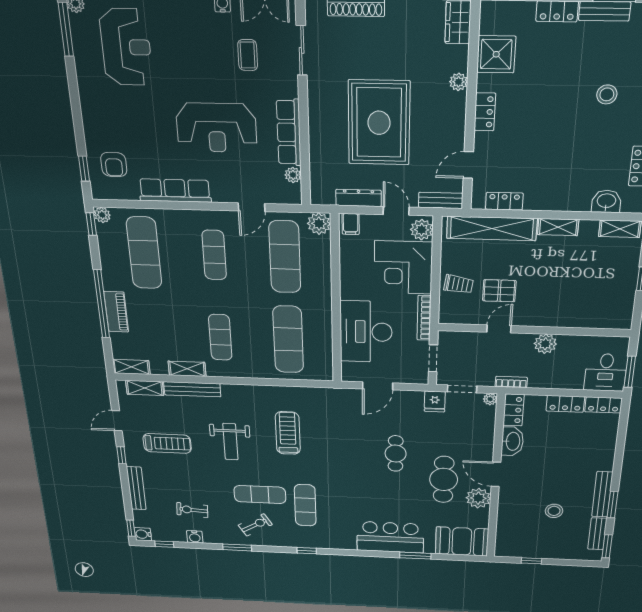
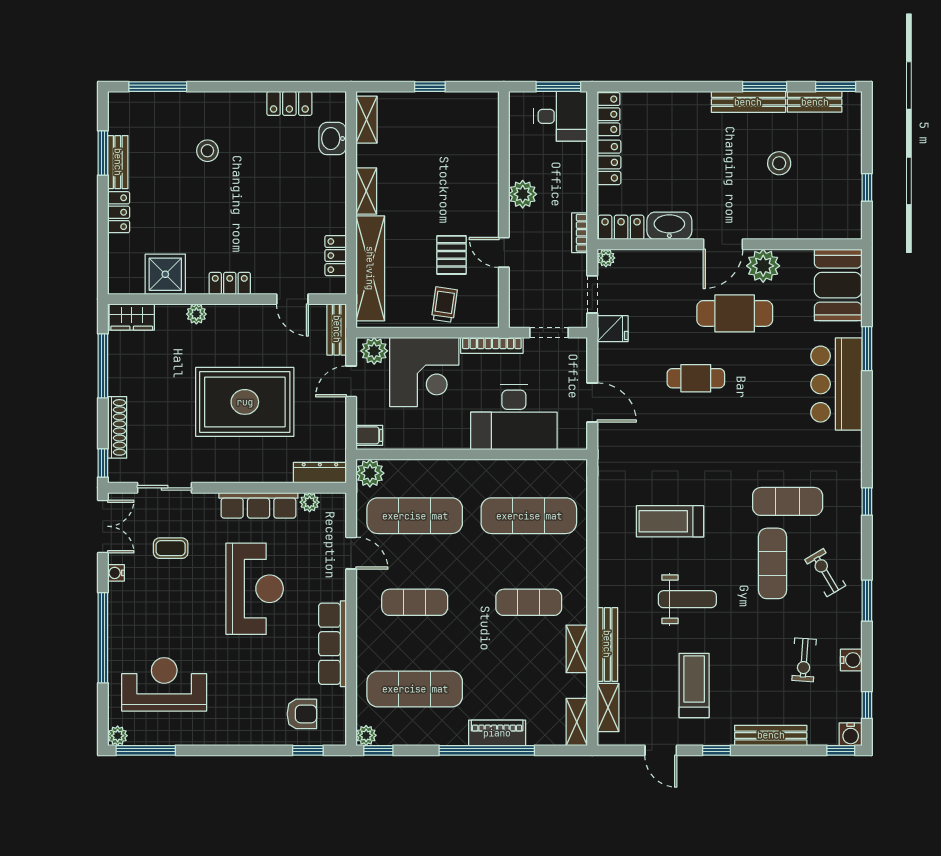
dresser: (359, 198) -> (320, 473), moved, turned 90

